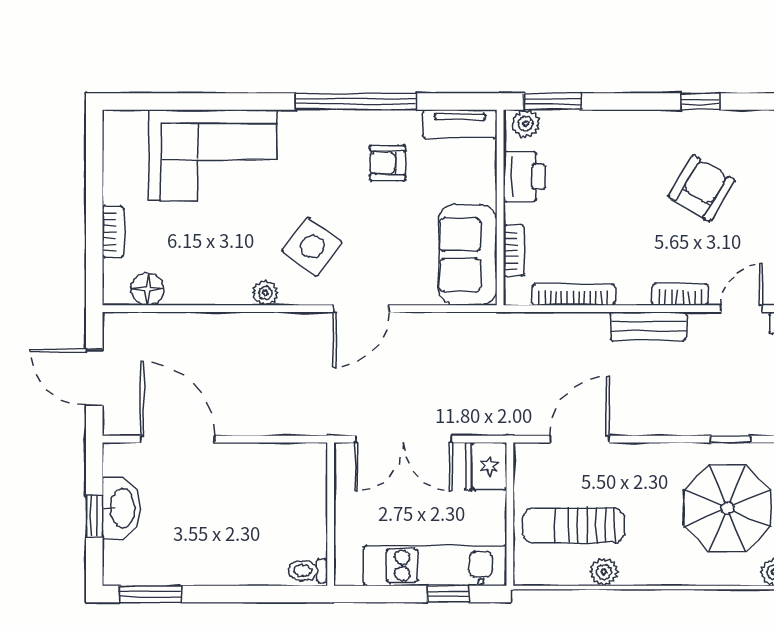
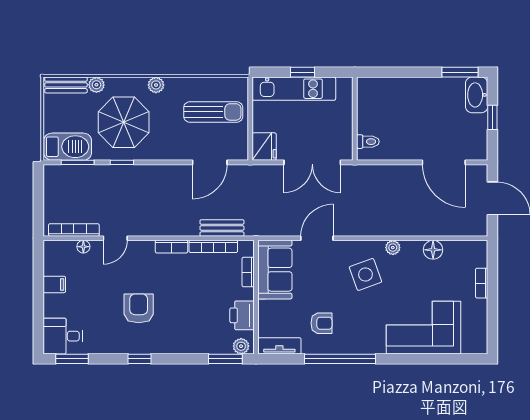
armchair: (702, 188) -> (139, 308), turned 149
side table: (312, 247) -> (365, 274), turned 33
floor lamp: (147, 289) -> (433, 250), moved
bookcase: (680, 294) -> (171, 247), moved
door: (361, 309) -> (317, 238), moved
bench: (648, 326) -> (222, 228), moved
double door: (404, 439) -> (312, 162), swing flipped
washbasin: (121, 508) -> (477, 95), moved
toilet: (308, 571) -> (368, 142), moved
plant: (604, 572) -> (156, 85), moved
window: (448, 594) -> (303, 72), moved

